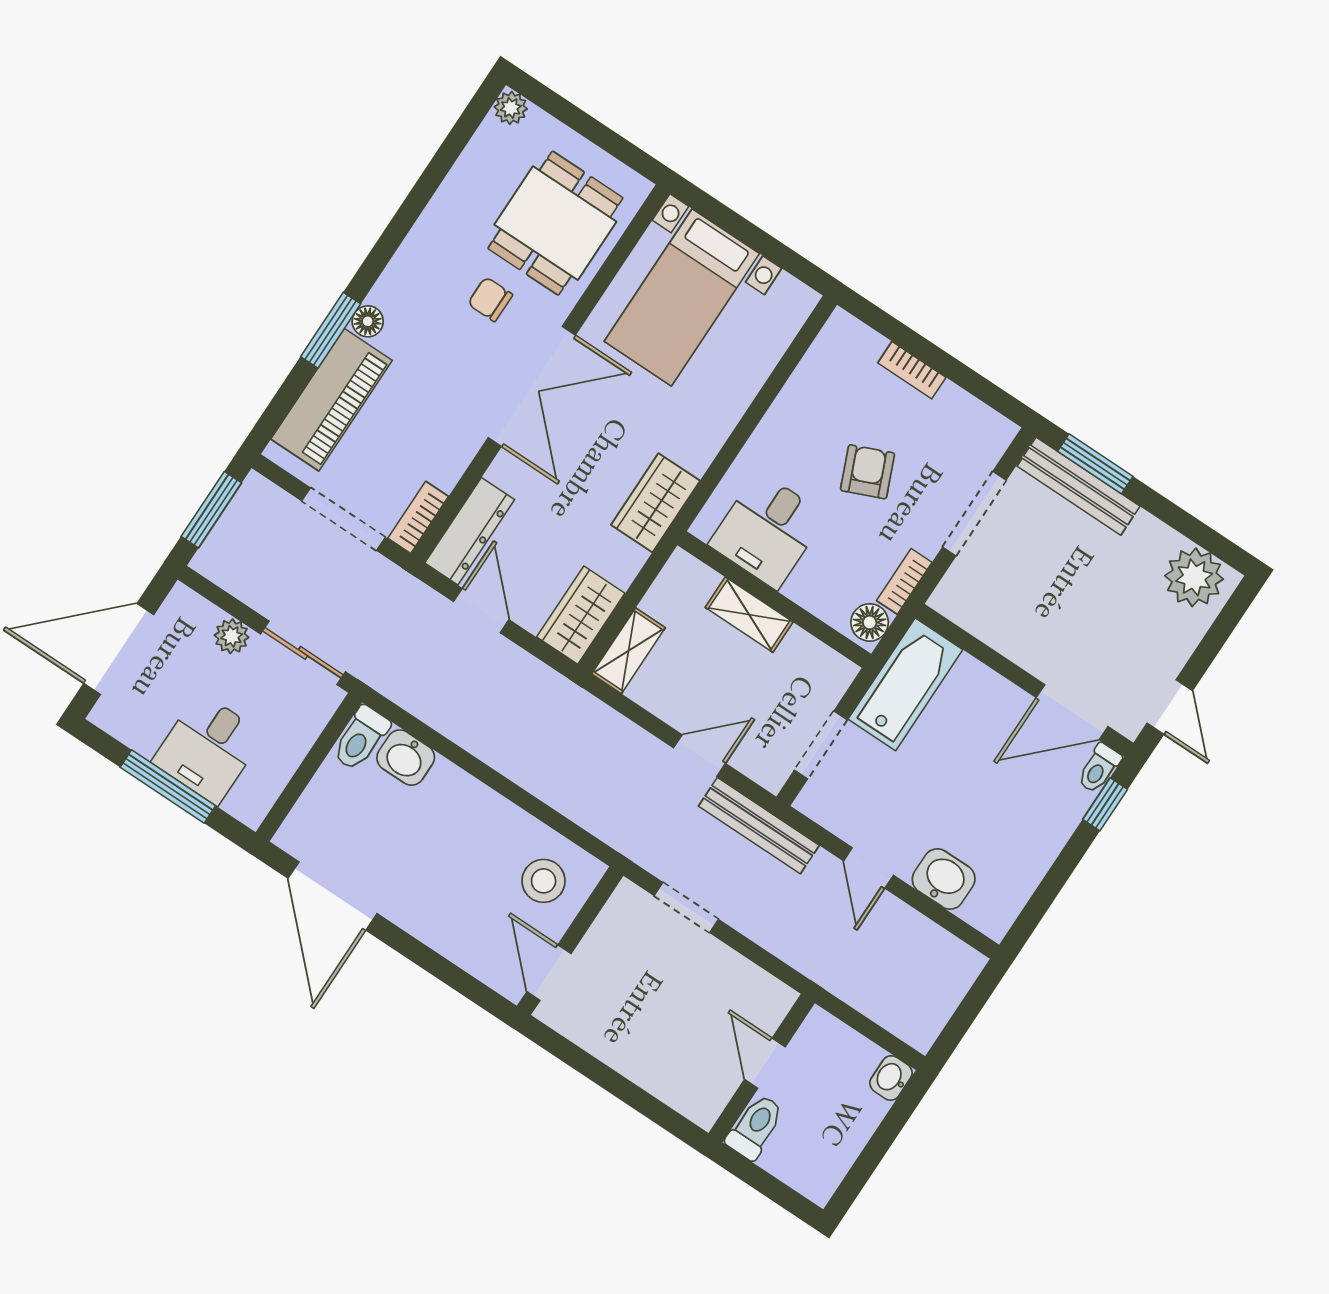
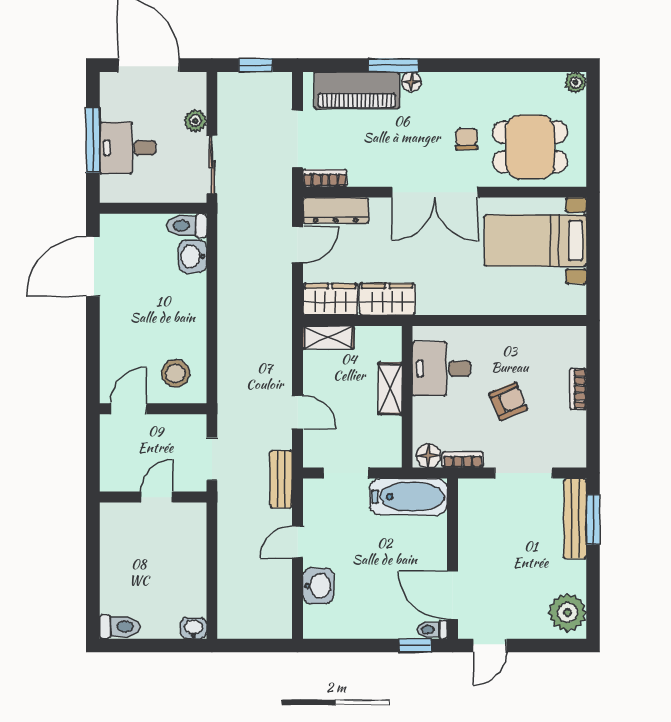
wardrobe: (655, 503) -> (387, 299), moved
window: (211, 510) -> (256, 65), width x0.67
bench: (759, 826) -> (281, 479), width x0.73
door: (765, 1063) -> (157, 497), moved
wall: (762, 1068) -> (153, 497), moved
toilet: (755, 1127) -> (119, 627), moved

